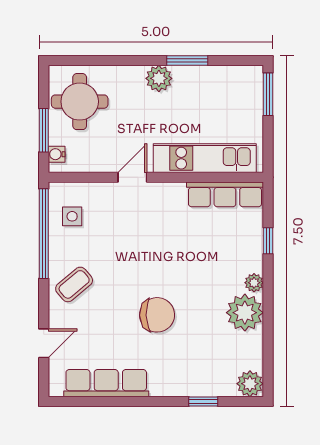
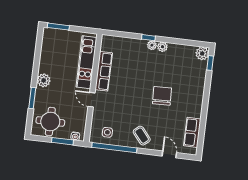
window: (187, 60) -> (32, 98), moved
row of seats: (225, 194) -> (104, 71), moved
window: (268, 241) -> (148, 38), moved
plant: (245, 313) -> (162, 47), width x0.53, depth x0.53
row of seats: (106, 383) -> (192, 132), width x0.68
window: (203, 402) -> (210, 63), moved

